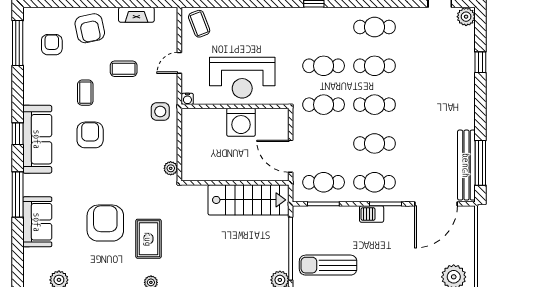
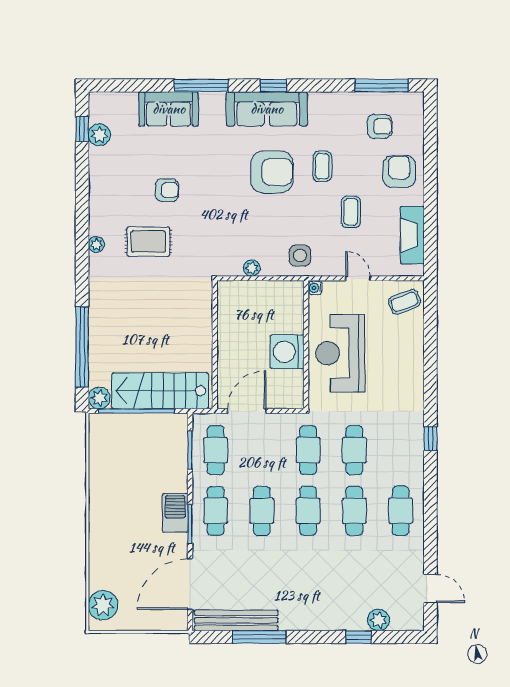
fireplace: (136, 15) -> (412, 235), width x1.37, depth x1.32
plant: (466, 17) -> (379, 620), moved
armchair: (90, 28) -> (399, 172), turned 102
coffee table: (85, 93) -> (322, 166), turned 90
armchair: (90, 135) -> (272, 172), width x1.36, depth x1.36
window: (480, 163) -> (259, 637), moved
plant: (171, 168) -> (252, 268), moved
stairs: (249, 200) -> (160, 391), moved, turned 90
door: (436, 204) -> (190, 584), hinge flipped
barbecue: (372, 214) -> (175, 513), width x1.38, depth x1.27
armchair: (105, 223) -> (167, 190), width x0.53, depth x0.53
sun lounger: (328, 265) -> (117, 455), removed

